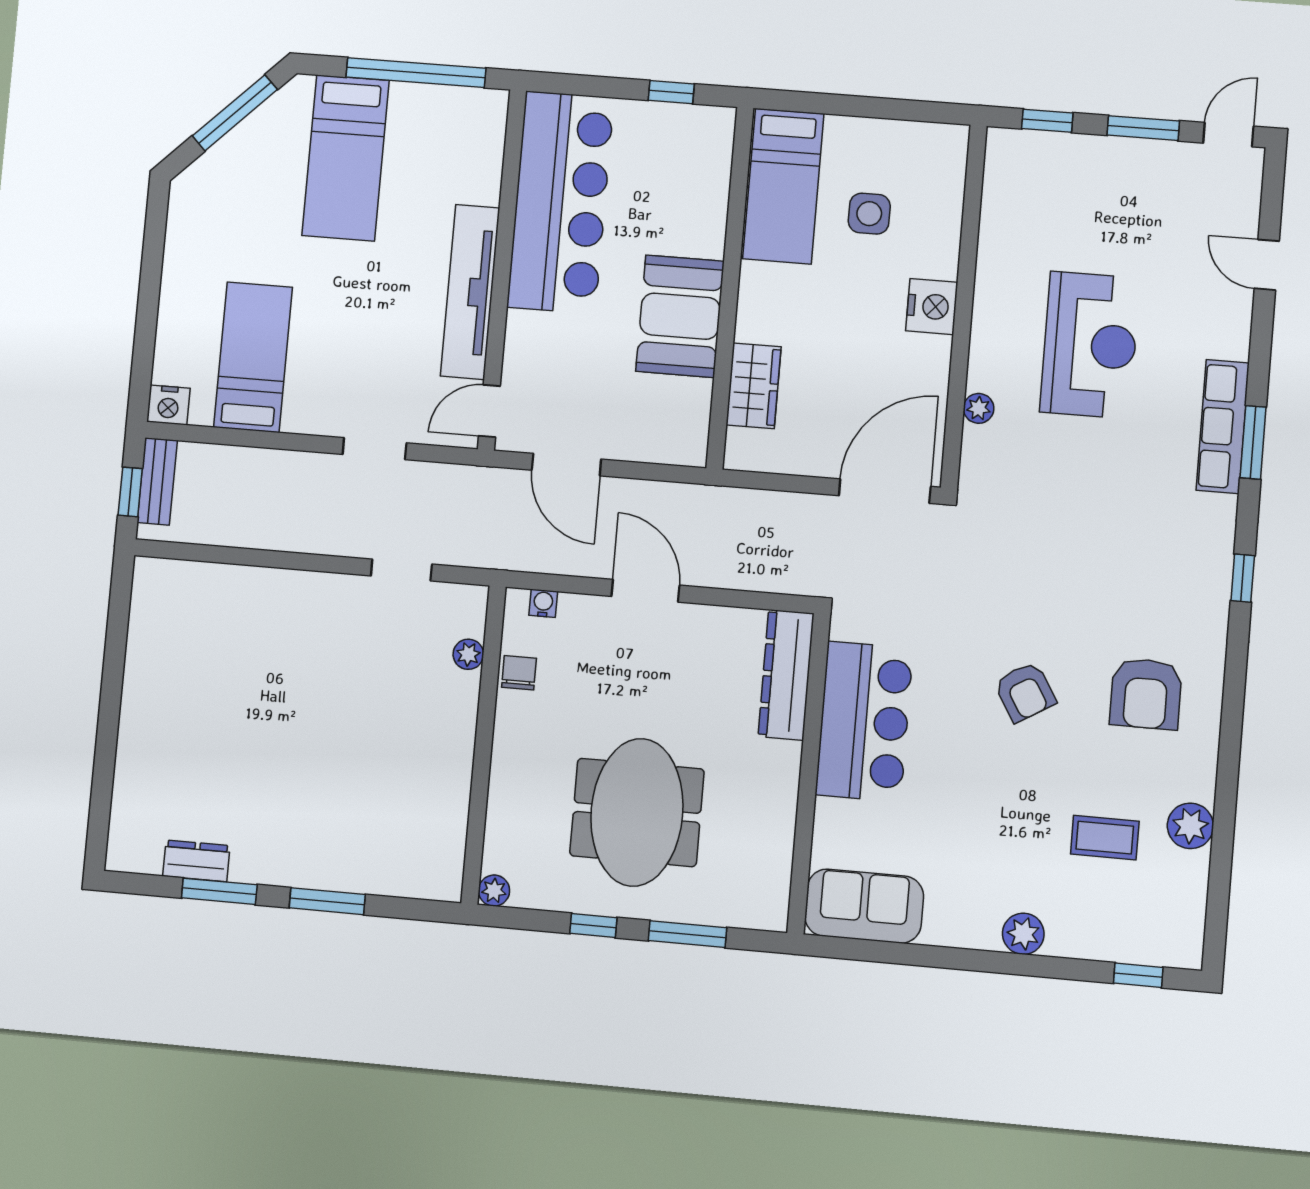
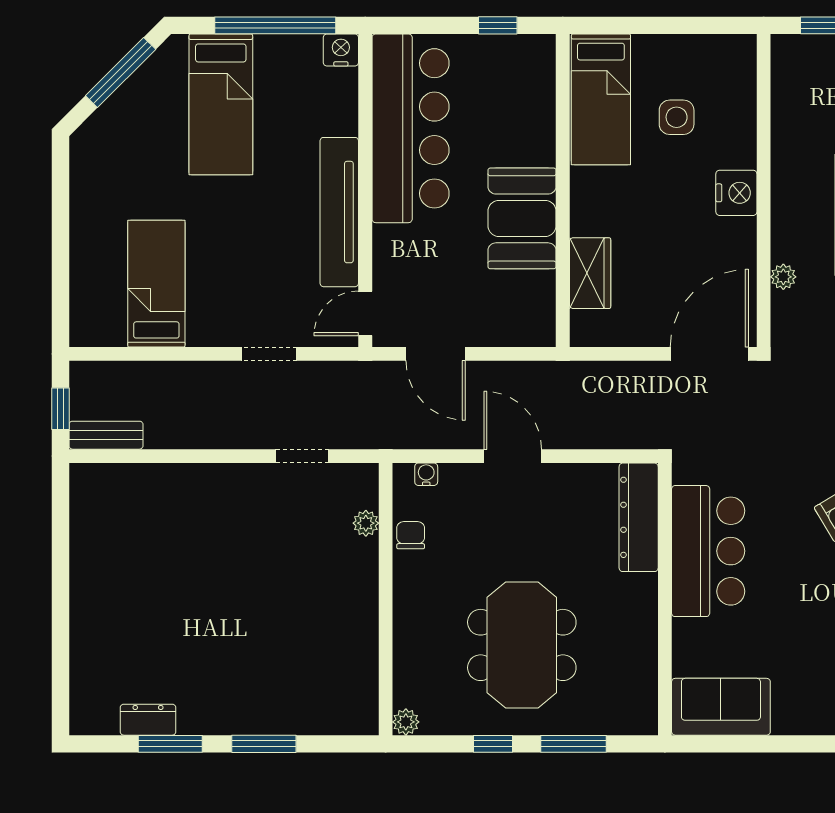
nightstand: (168, 405) -> (341, 50), moved, turned 180
bench: (157, 481) -> (106, 435), moved, turned 90

